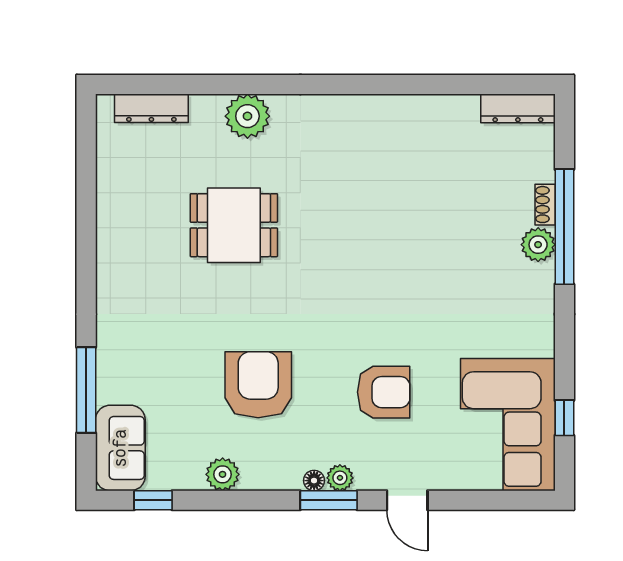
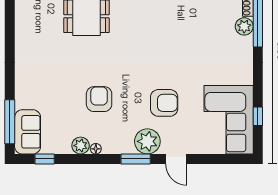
armchair: (258, 385) -> (99, 99), width x0.73, depth x0.73
window: (86, 390) -> (10, 122), moved
plant: (340, 478) -> (147, 141), width x1.88, depth x1.88
floor lamp: (314, 481) -> (96, 149), moved

